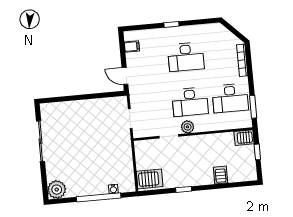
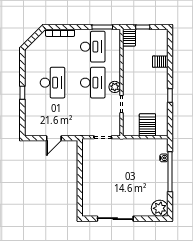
filing cabinet: (132, 46) -> (39, 130), removed
door: (125, 76) -> (54, 138), moved
server rack: (150, 179) -> (147, 125), moved

